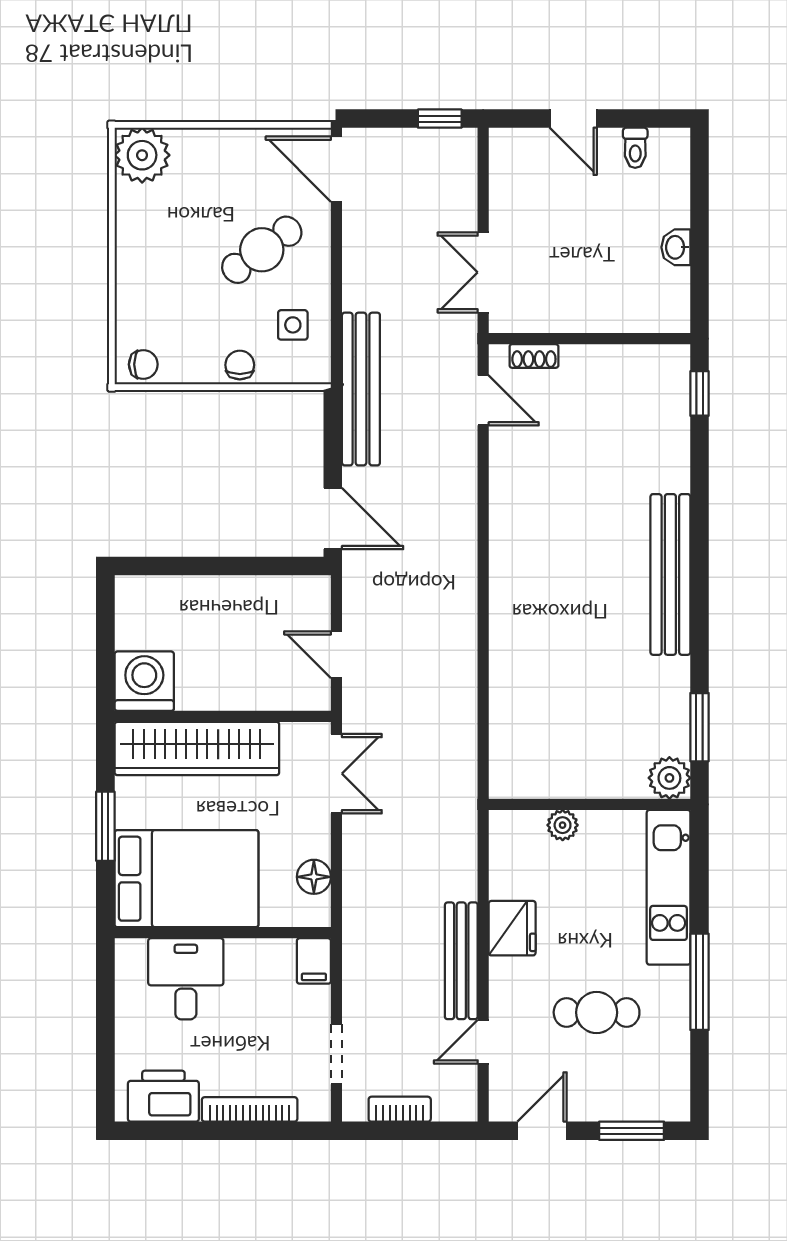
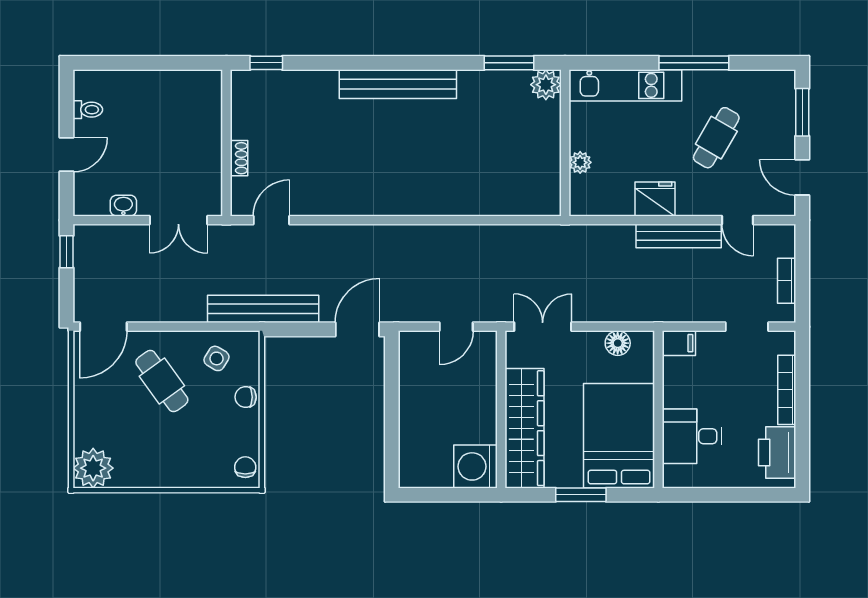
washbasin: (676, 247) -> (123, 206), moved, turned 180
side table: (293, 325) -> (217, 358), turned 31
shoe rack: (534, 356) -> (239, 158), moved
cafe table: (597, 1012) -> (716, 138), turned 30

